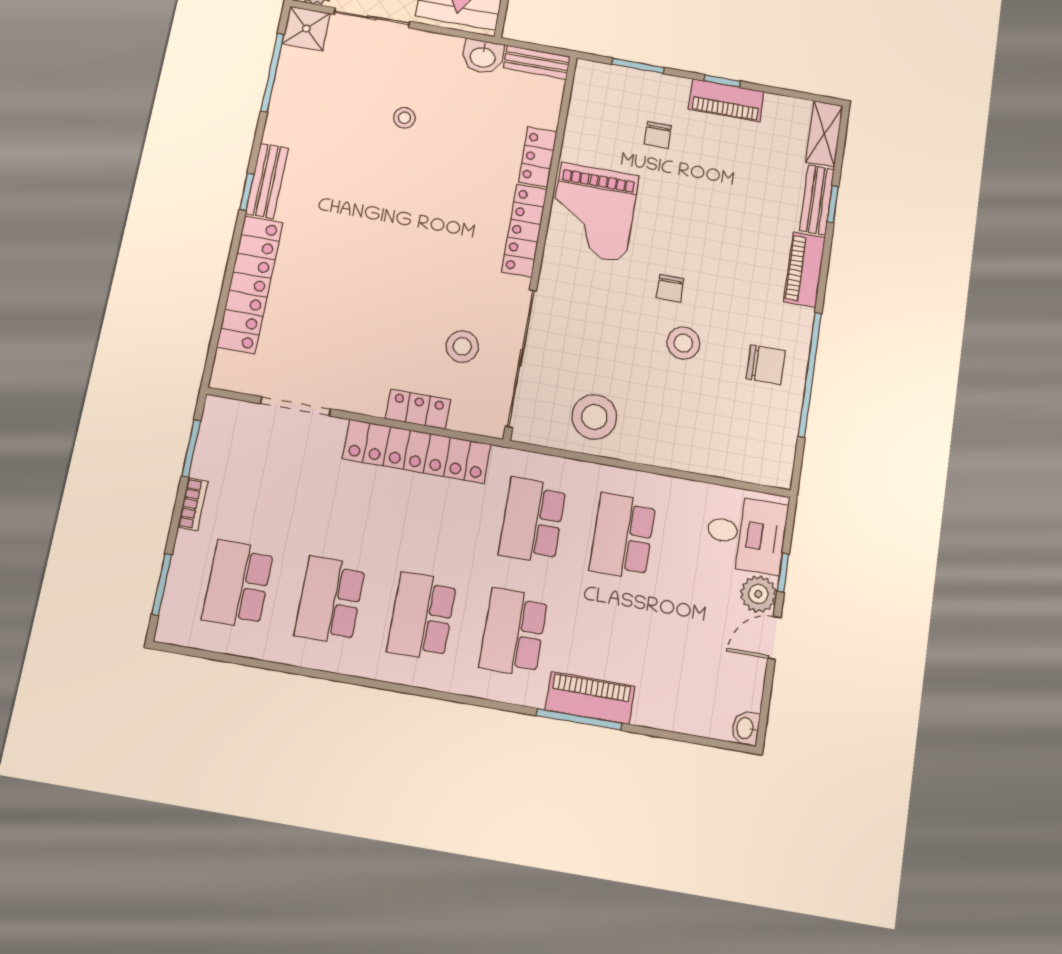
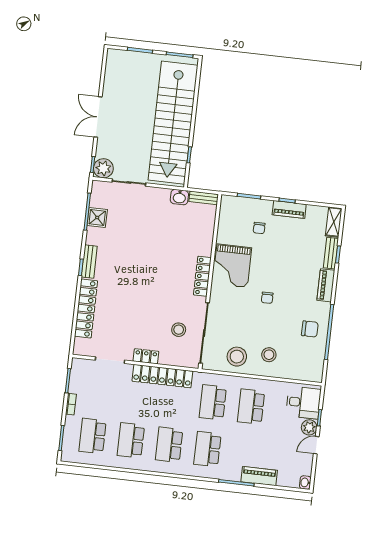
shower: (306, 29) -> (97, 218), moved
stool: (404, 118) -> (147, 228), removed
locker: (538, 157) -> (206, 242), removed
stool: (683, 343) -> (269, 355), moved
locker: (418, 409) -> (146, 356), moved
piano: (590, 698) -> (259, 476), moved

